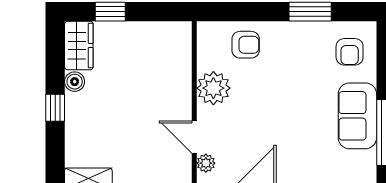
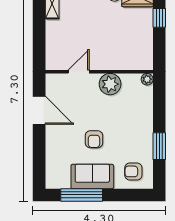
armchair: (246, 45) -> (94, 139), moved
plant: (206, 163) -> (147, 79), moved

